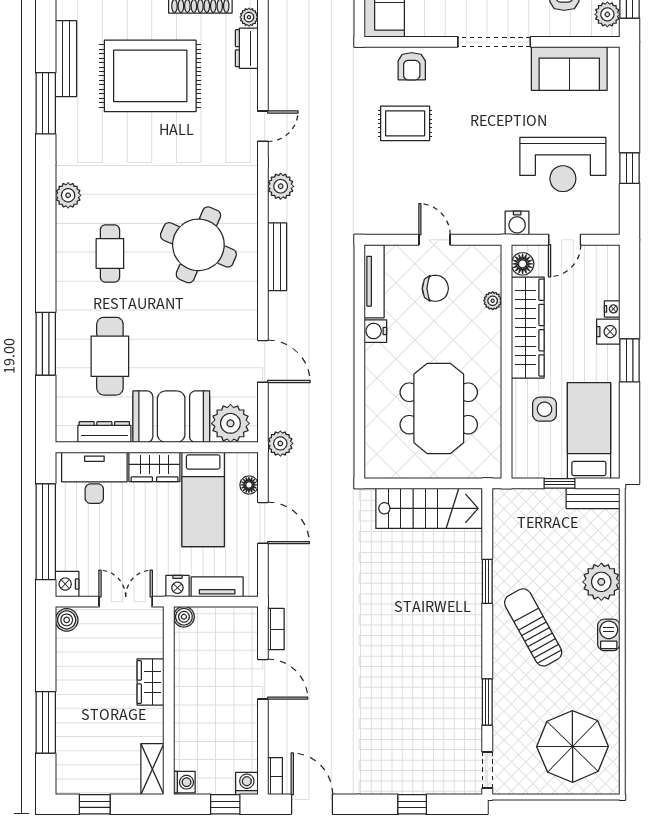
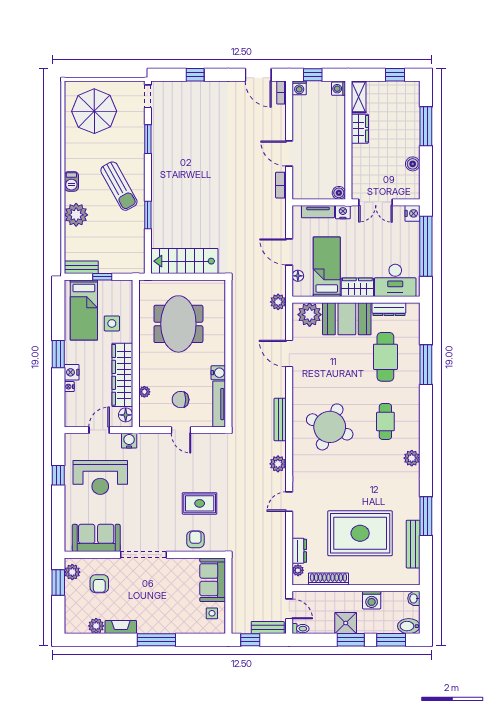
reception desk: (563, 165) -> (100, 477), turned 180
boiler: (67, 620) -> (413, 164), moved
wardrobe: (150, 682) -> (360, 129), moved

